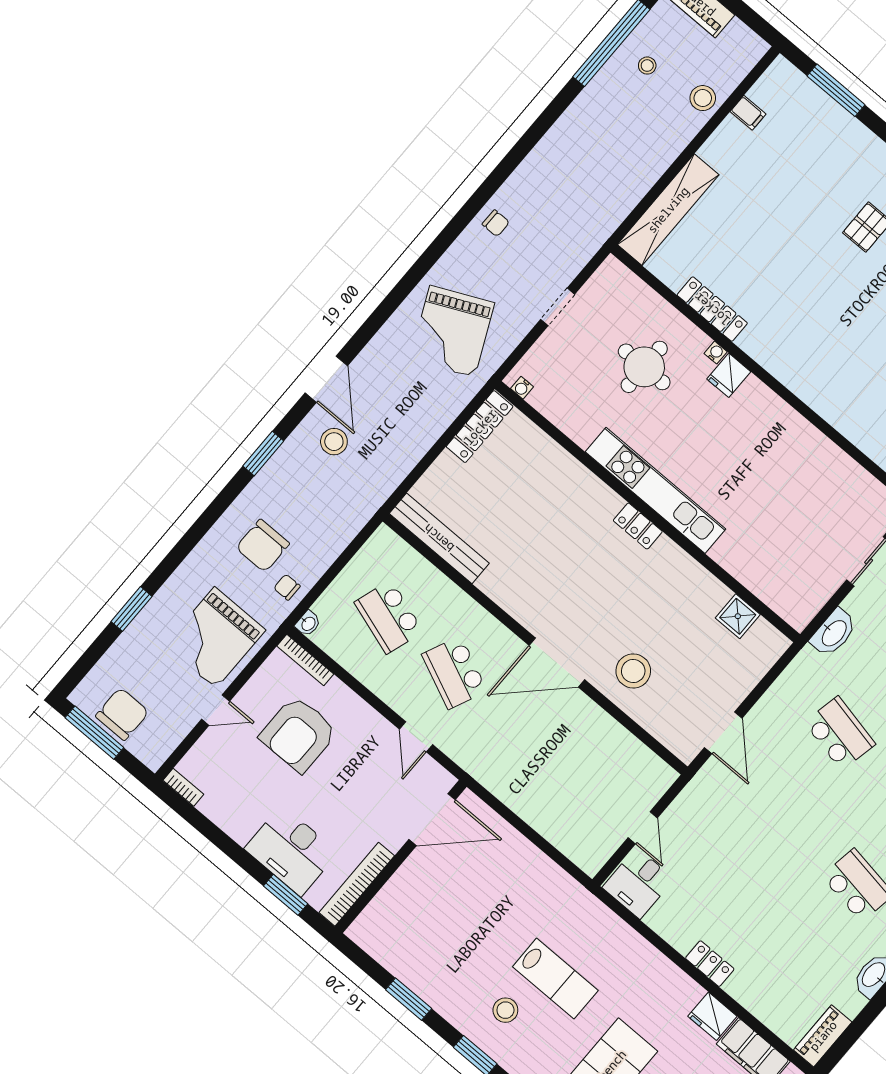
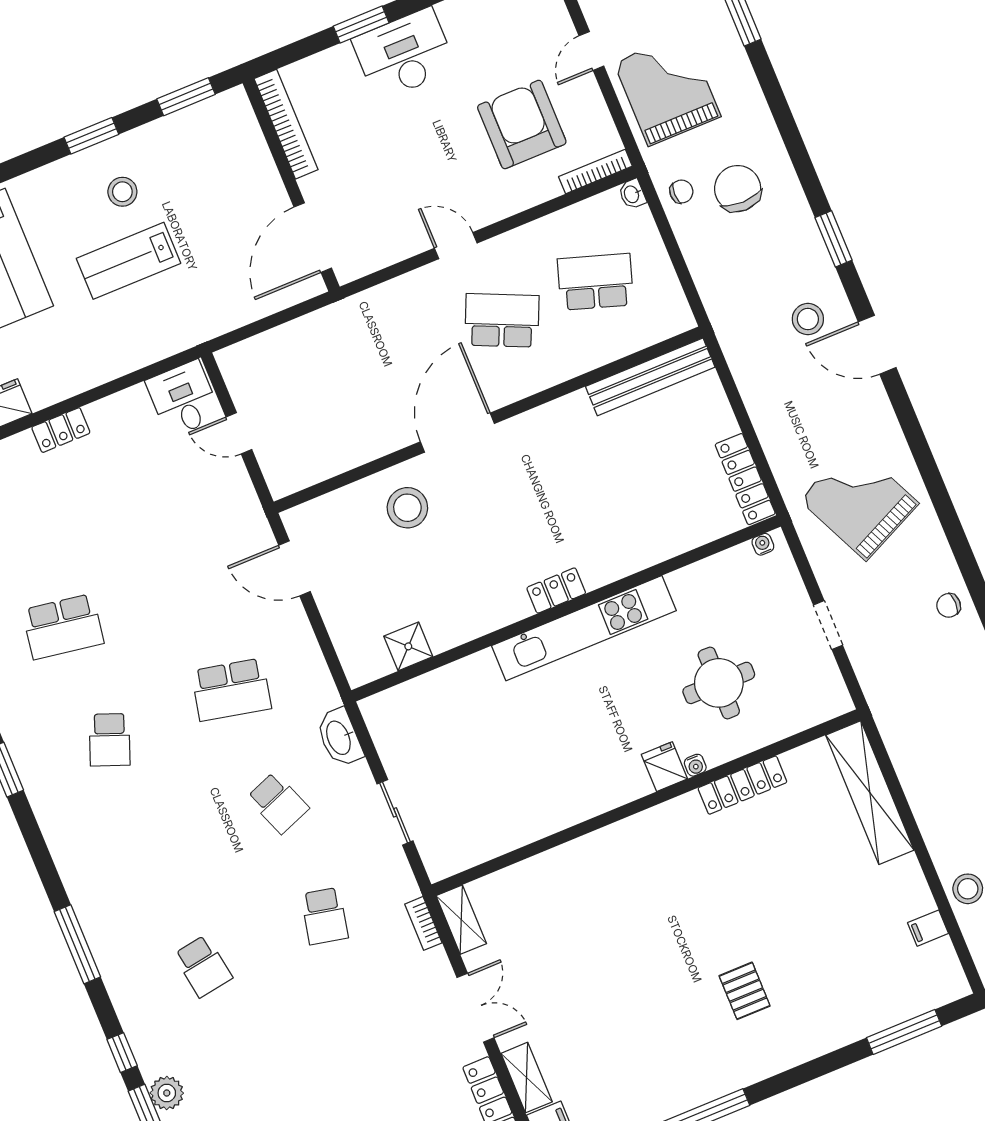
door: (432, 820) -> (313, 238), moved
wall: (401, 857) -> (291, 185), moved
bookcase: (357, 884) -> (286, 124), moved

